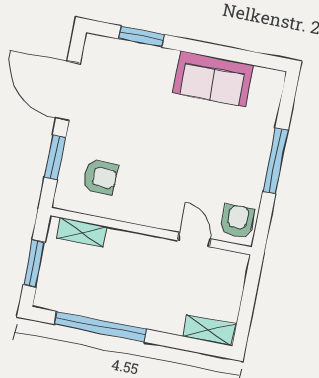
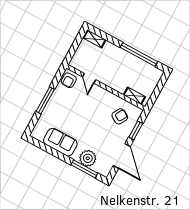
window: (142, 37) -> (84, 169), width x1.44
plant: (141, 62) -> (88, 158), added
armchair: (100, 177) -> (120, 116), turned 120
window: (34, 263) -> (158, 89), removed

